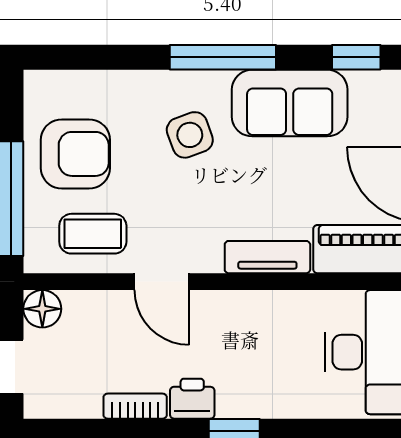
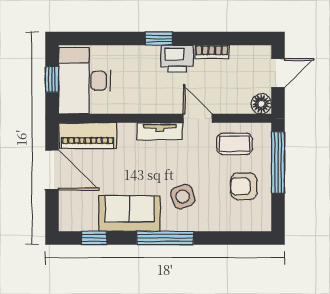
armchair: (75, 154) -> (244, 186), width x0.72, depth x0.72
tv unit: (267, 257) -> (160, 131), moved
printer: (192, 399) -> (177, 58), width x1.36, depth x1.24

